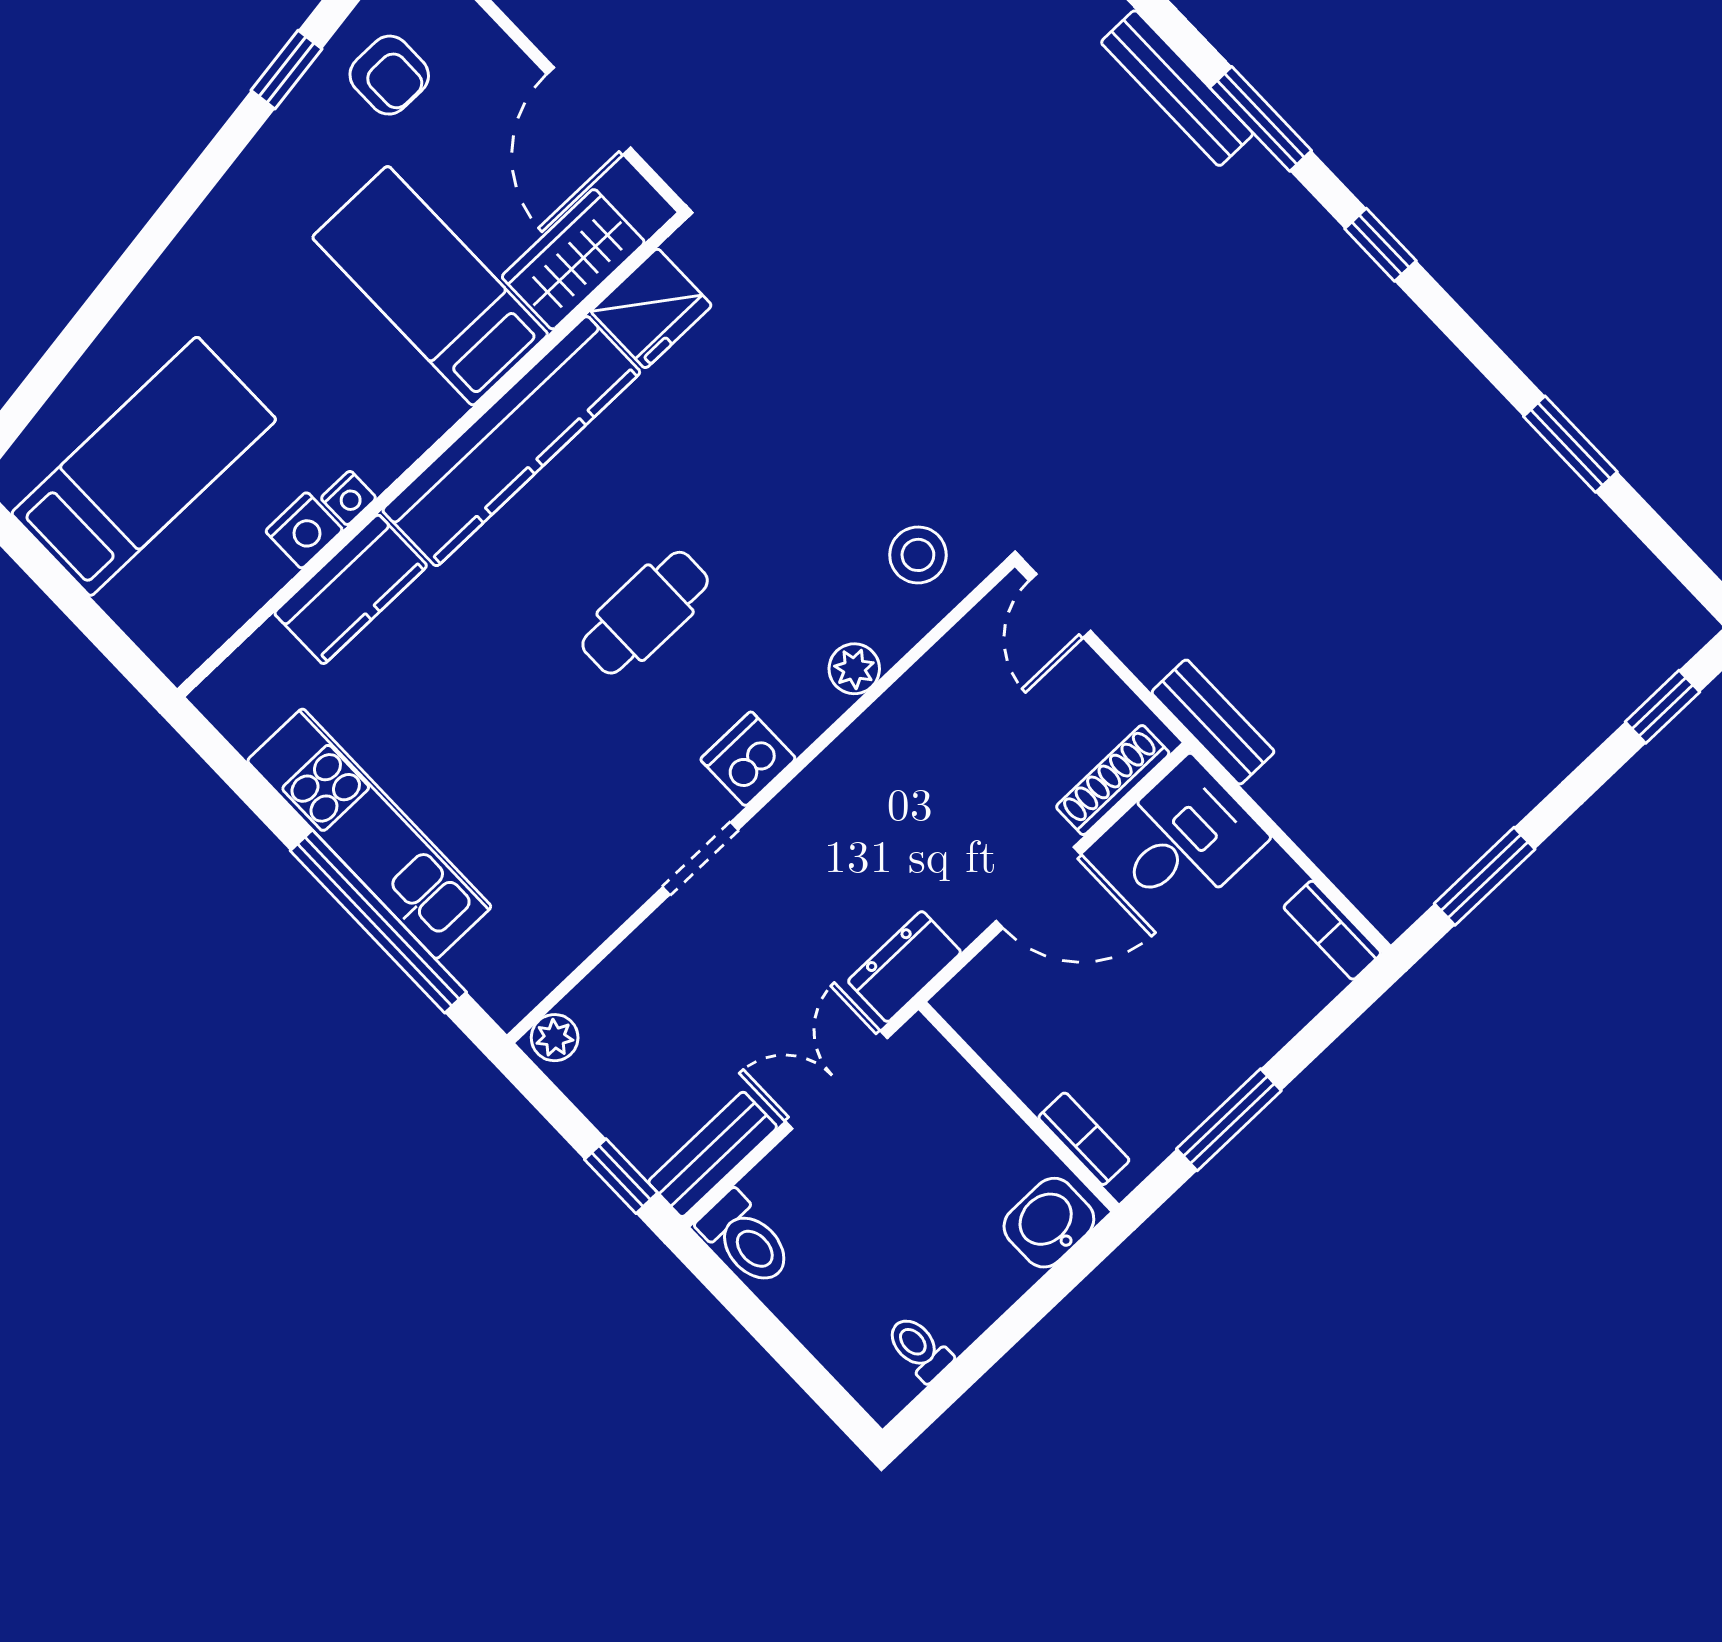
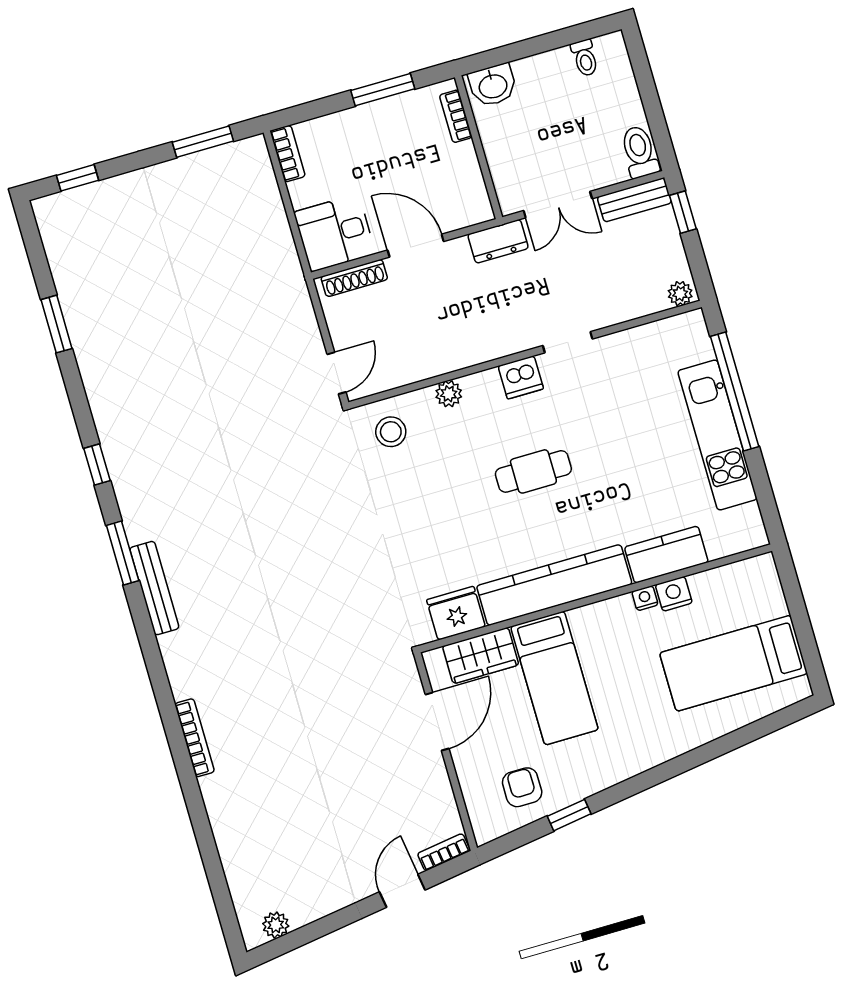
bench: (1213, 722) -> (293, 281), removed

